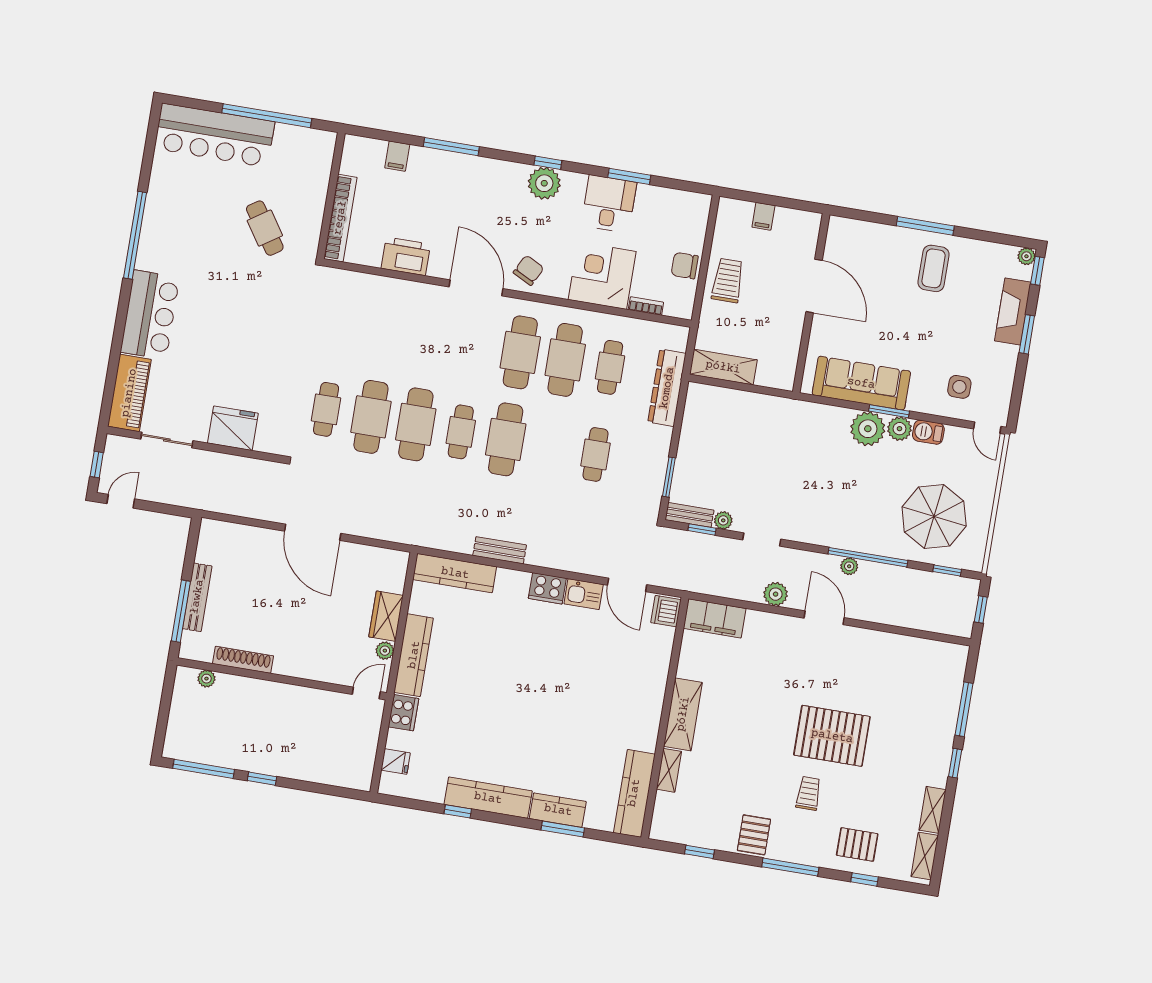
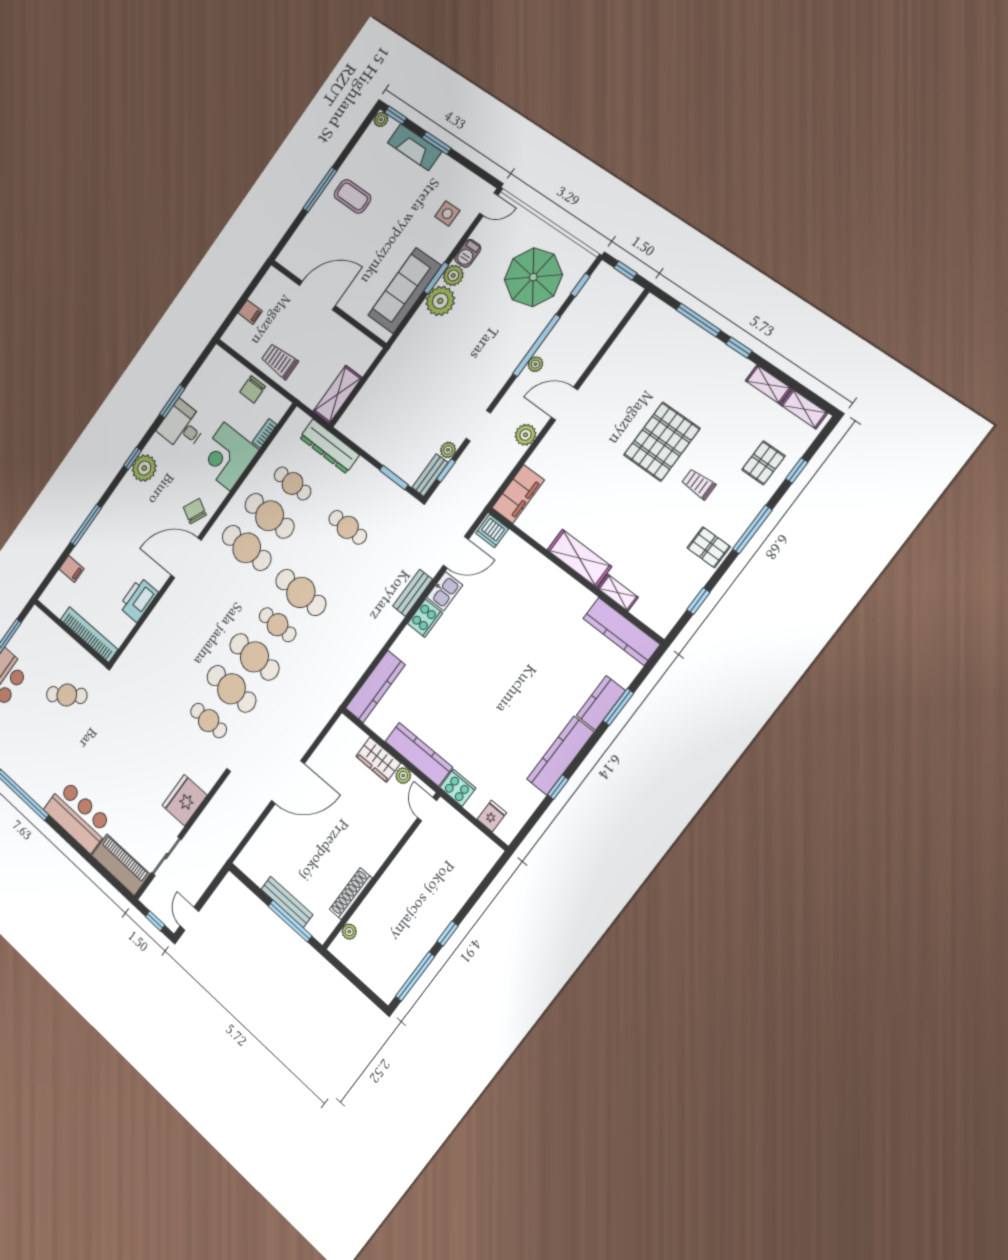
bench: (500, 550) -> (413, 593), moved

